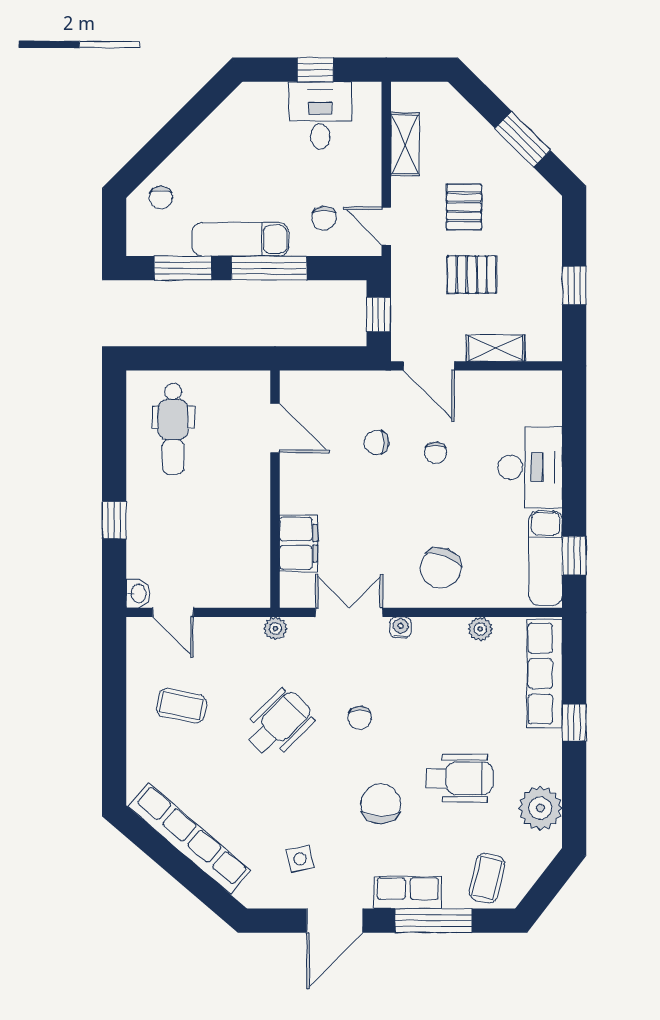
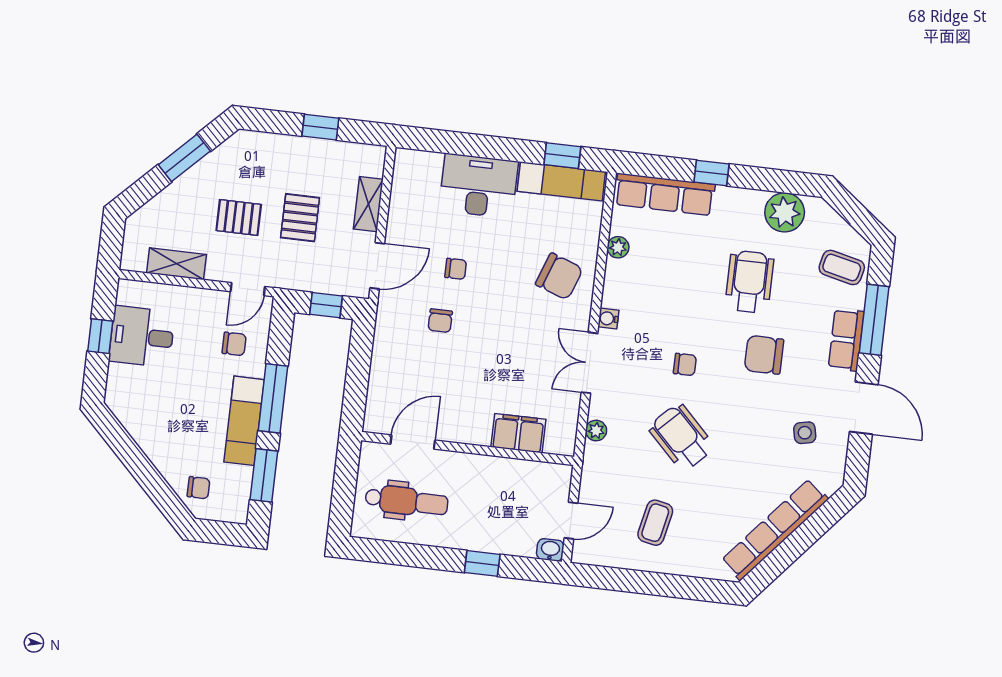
door: (275, 428) -> (413, 442), moved
wall: (275, 489) -> (468, 449), moved
filing cabinet: (298, 543) -> (518, 433), moved

